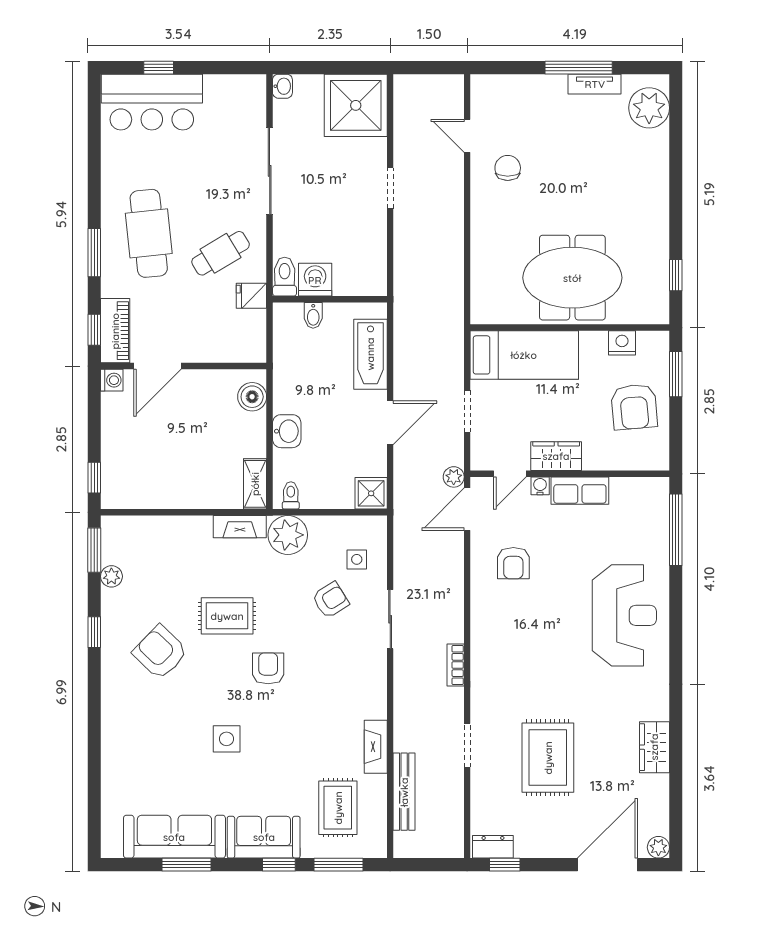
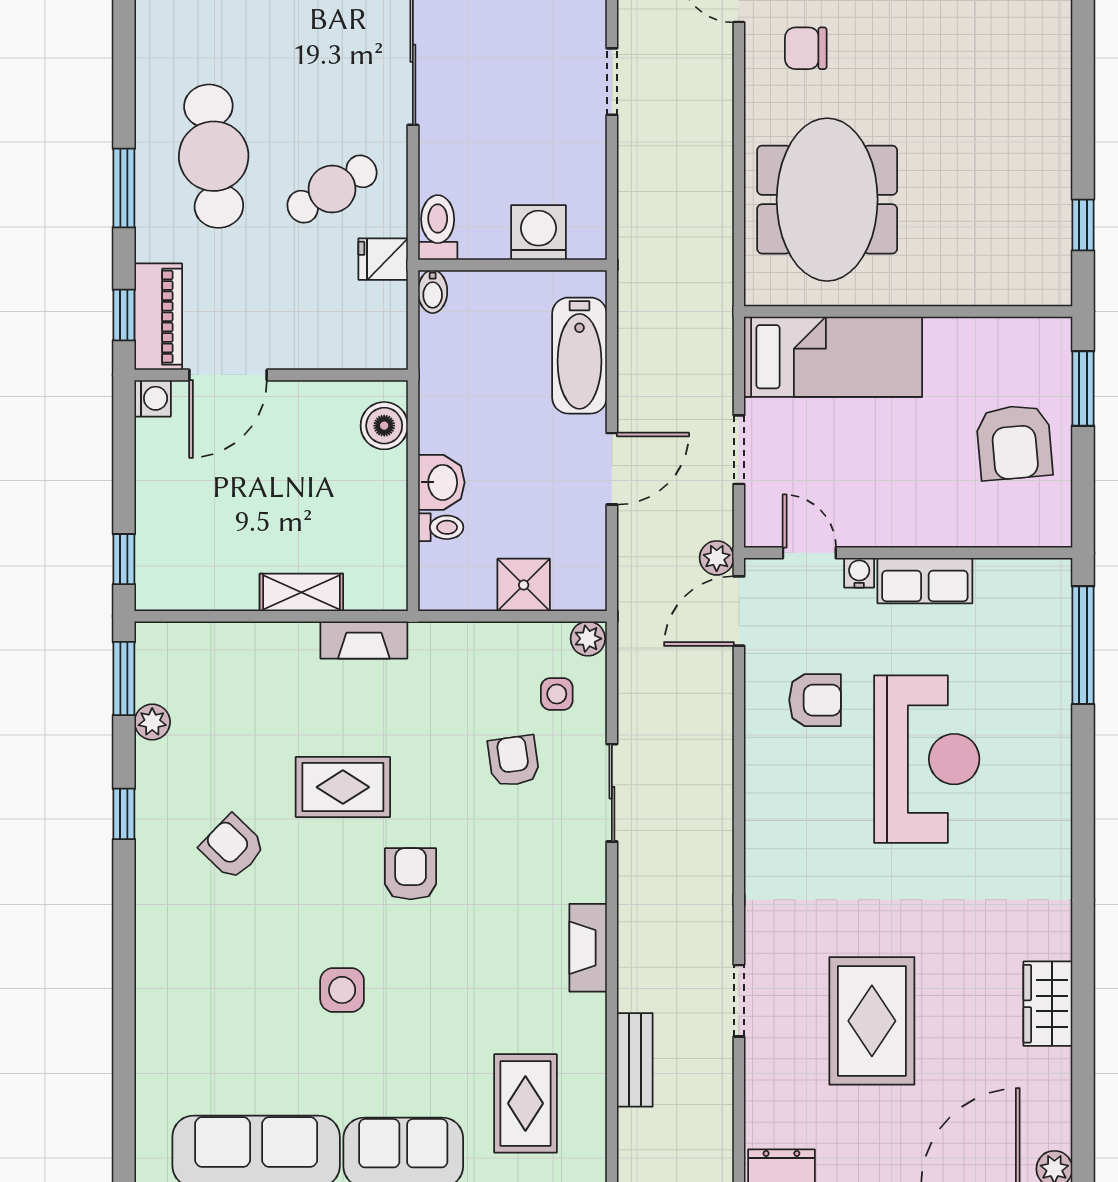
chair: (508, 168) -> (806, 48), turned -90
meeting table: (572, 278) -> (827, 200), moved, turned 90
washing machine: (315, 280) -> (538, 233), moved
bidet: (313, 315) -> (433, 292), moved
nightstand: (622, 343) -> (994, 337), removed
wardrobe: (556, 456) -> (886, 524), removed
door: (510, 474) -> (809, 553), swing flipped
shelving: (255, 484) -> (301, 592), moved, turned 90
shower: (371, 493) -> (524, 585), moved
toilet: (291, 495) -> (441, 527), moved, turned 90
plant: (288, 535) -> (588, 639), moved, width x0.53, depth x0.53
armchair: (513, 563) -> (815, 700), turned -90
armchair: (331, 600) -> (514, 761), turned -66
reception desk: (624, 615) -> (927, 759), moved
armchair: (160, 652) -> (233, 847), width x0.72, depth x0.72
bookcase: (456, 665) -> (720, 868), removed
fireplace: (376, 747) -> (588, 948), moved
bench: (404, 792) -> (635, 1060), width x0.73

